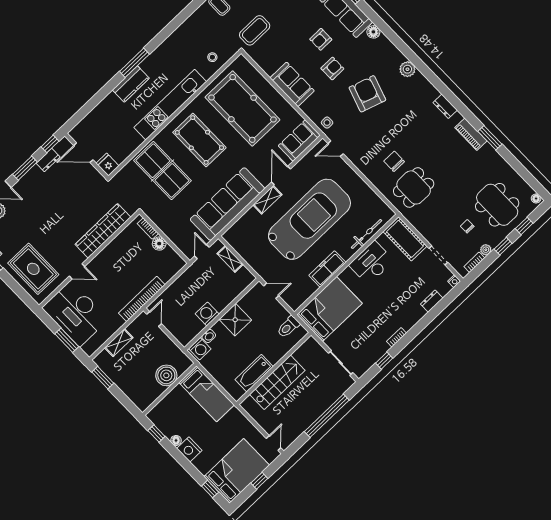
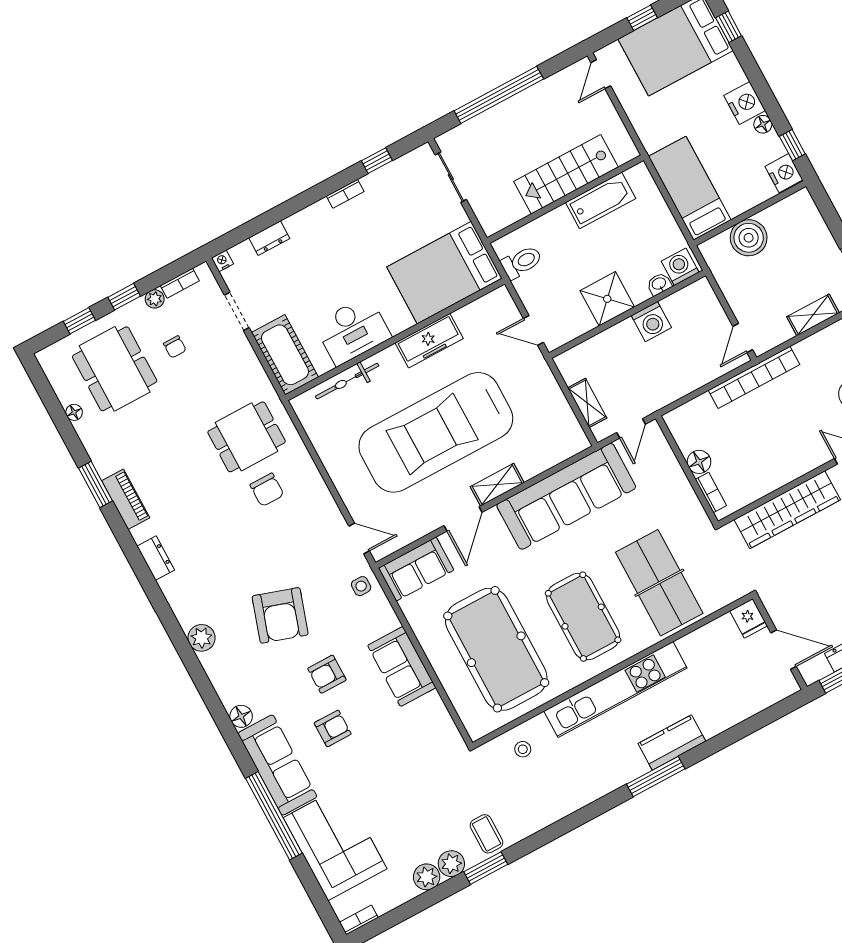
coffee table: (255, 30) -> (439, 774), removed
floor lamp: (536, 198) -> (74, 412), moved
nightstand: (157, 417) -> (784, 173), added

